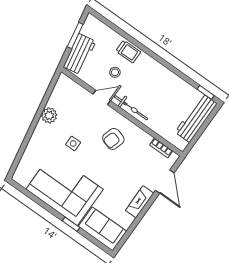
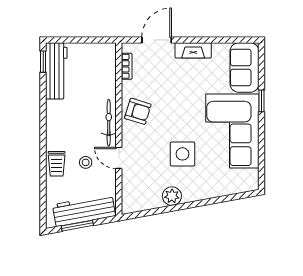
trolley: (128, 52) -> (57, 164), turned 180
workbench: (80, 54) -> (84, 210), width x1.38
workbench: (196, 118) -> (56, 71), moved, turned -90
armchair: (113, 139) -> (138, 111), moved
side table: (73, 143) -> (183, 154), width x1.87, depth x1.87

